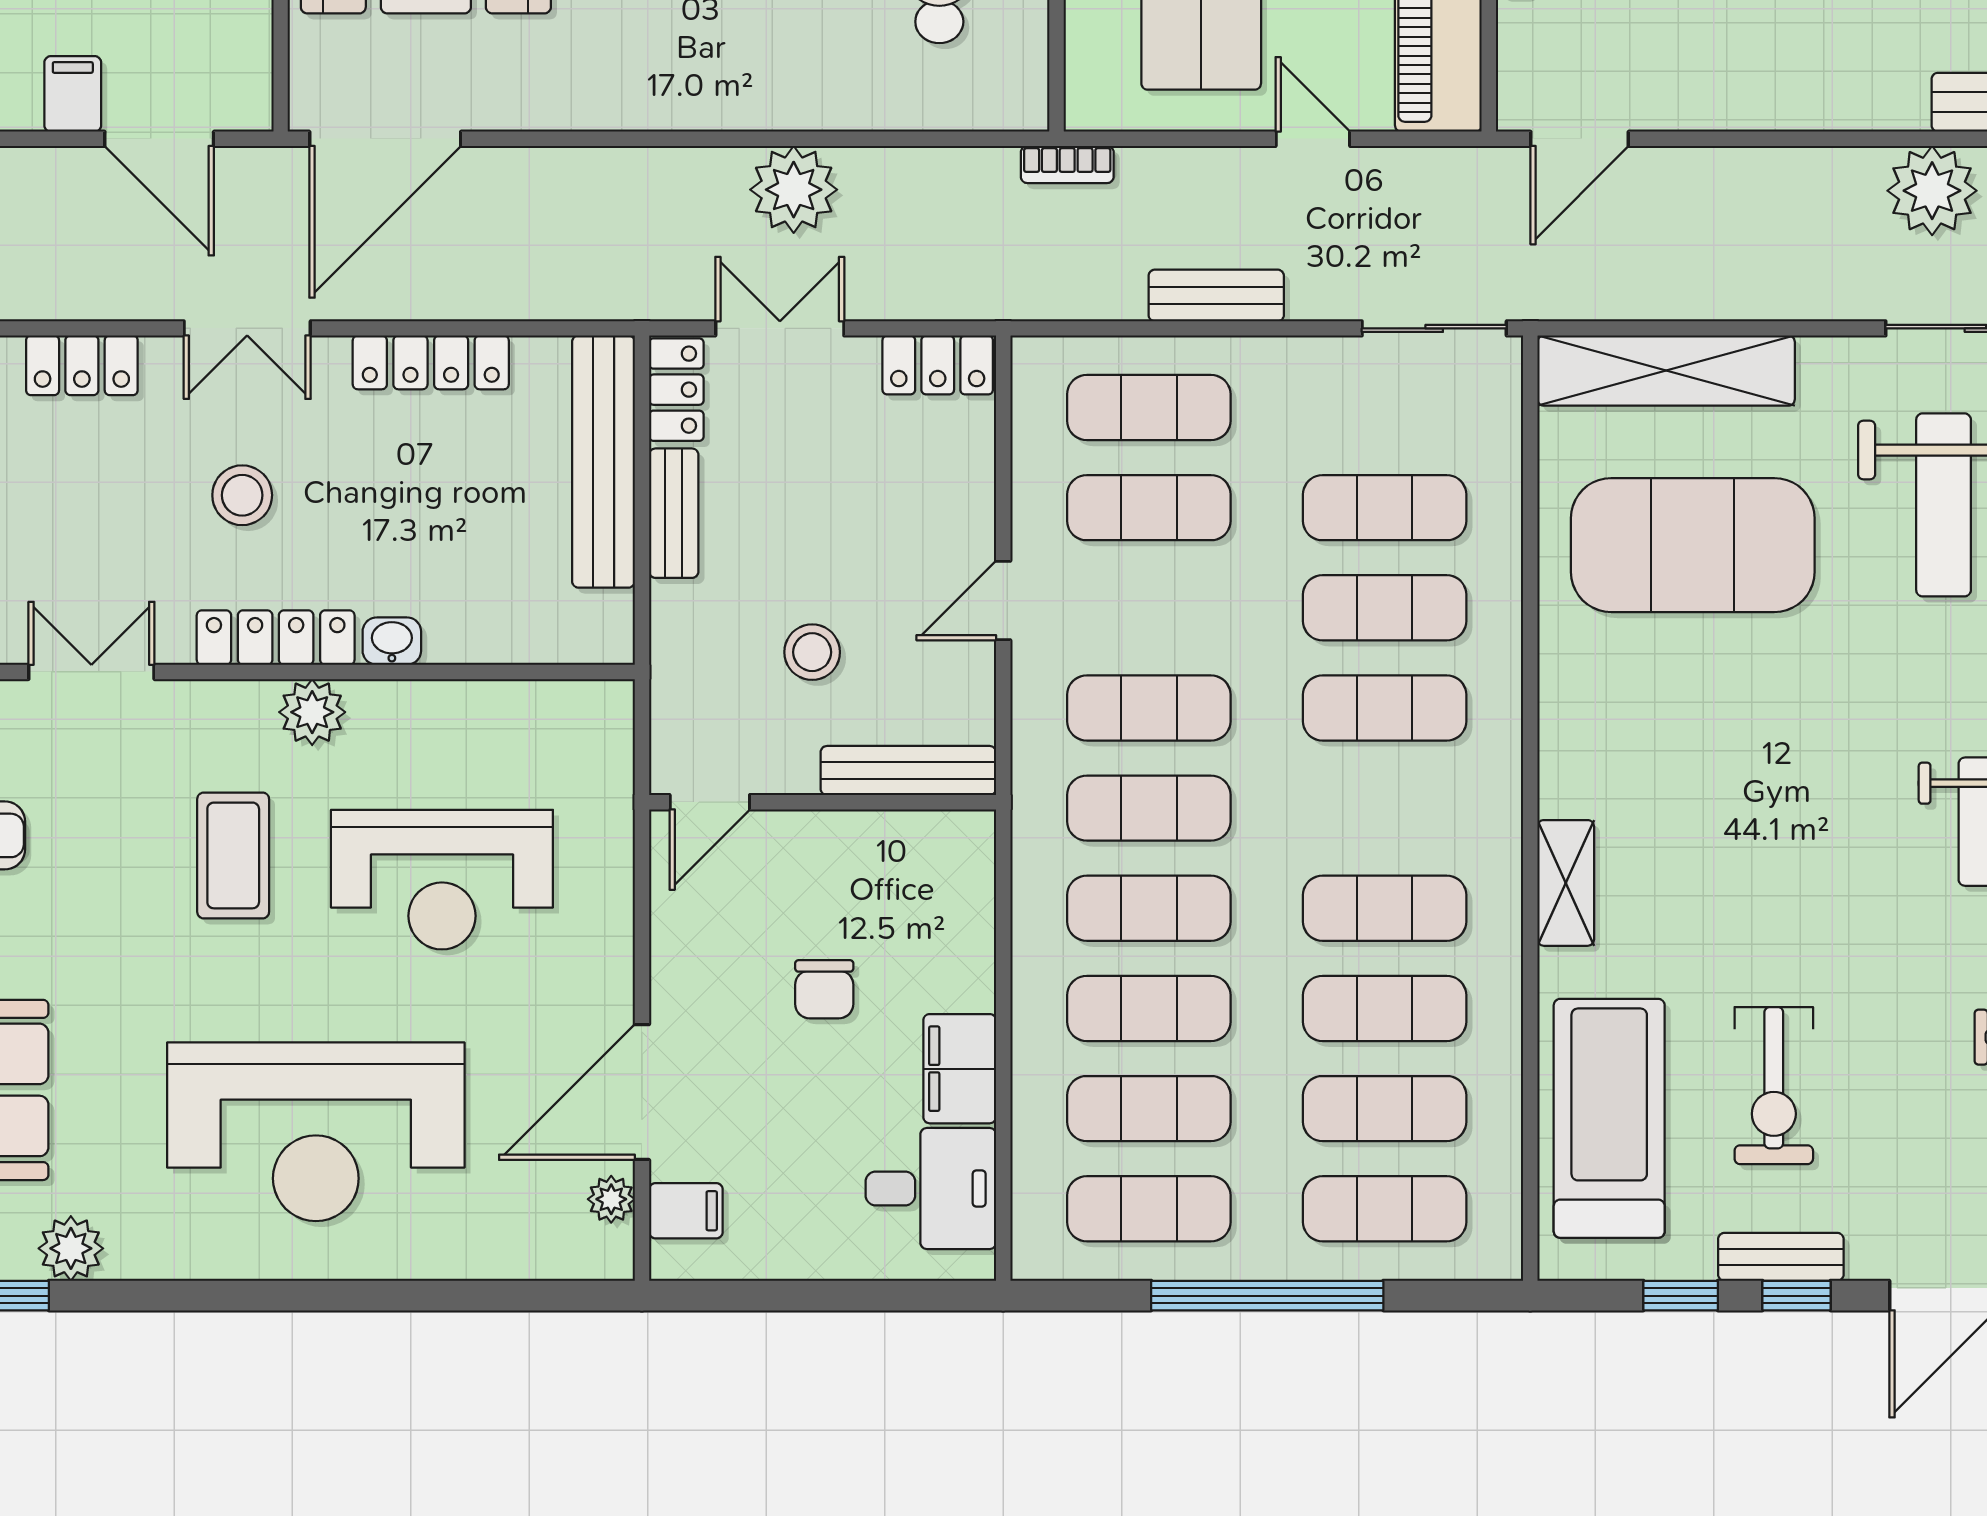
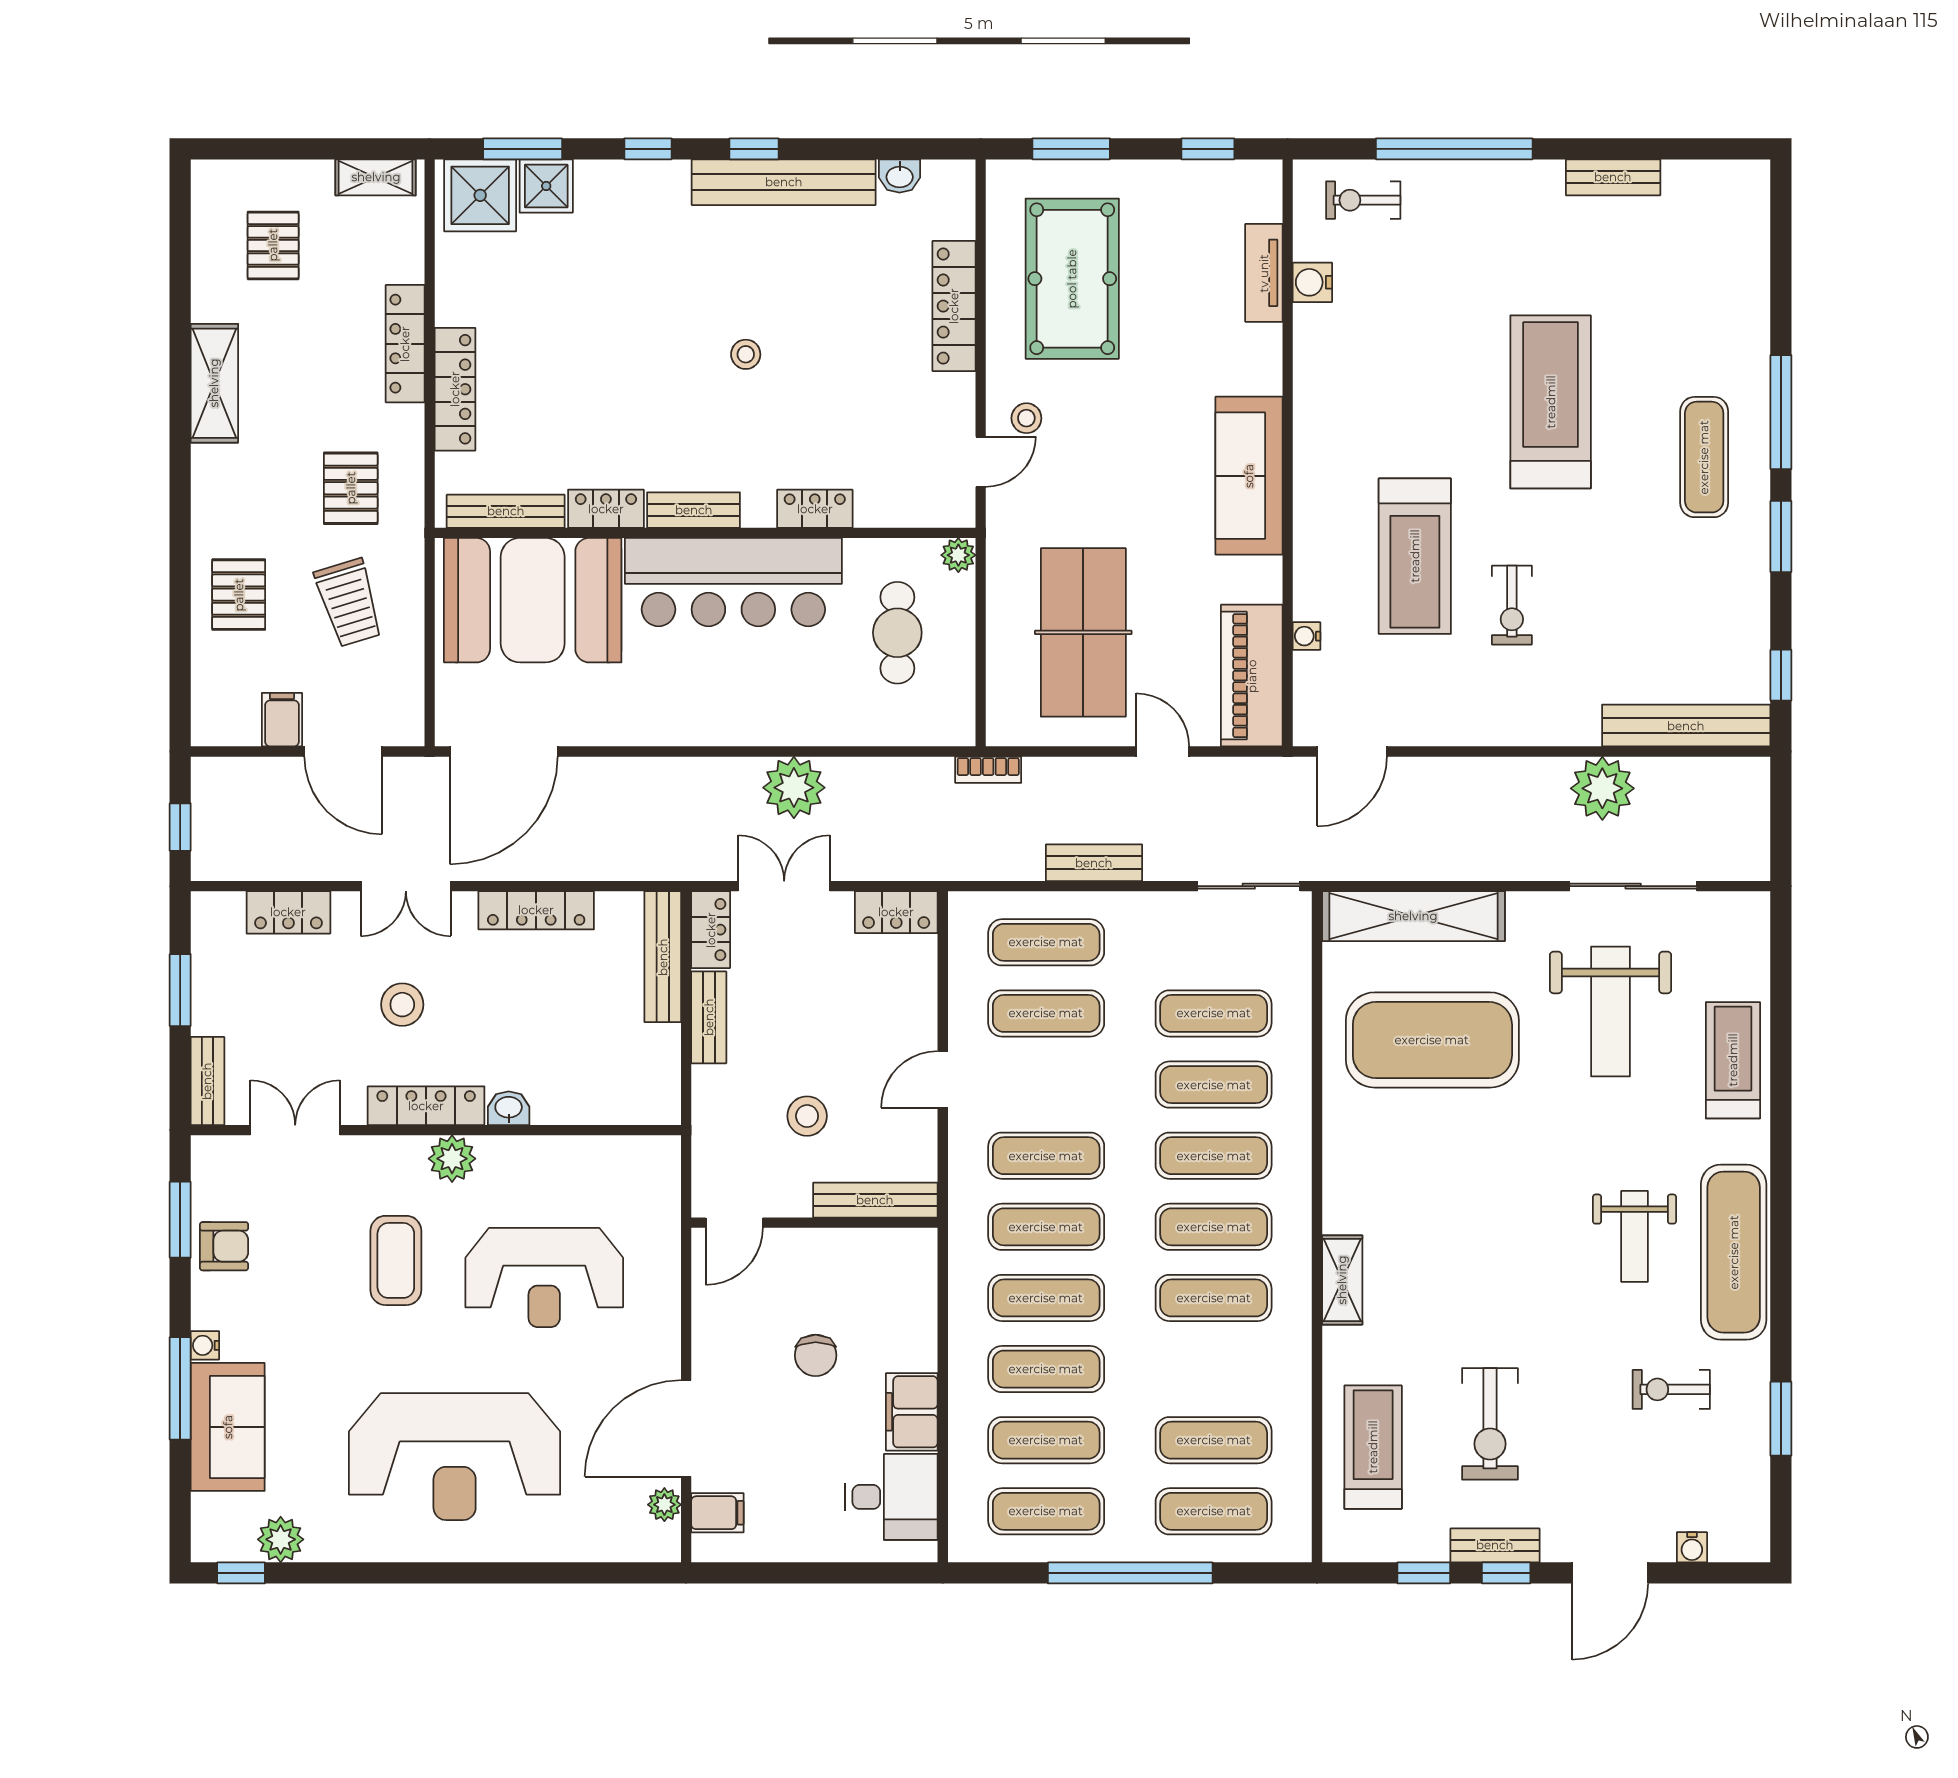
bench: (603, 462) -> (663, 957), width x0.73, depth x0.82
exercise mat: (1385, 1008) -> (1214, 1227), moved
treadmill: (1609, 1118) -> (1373, 1447), width x0.73, depth x0.73

